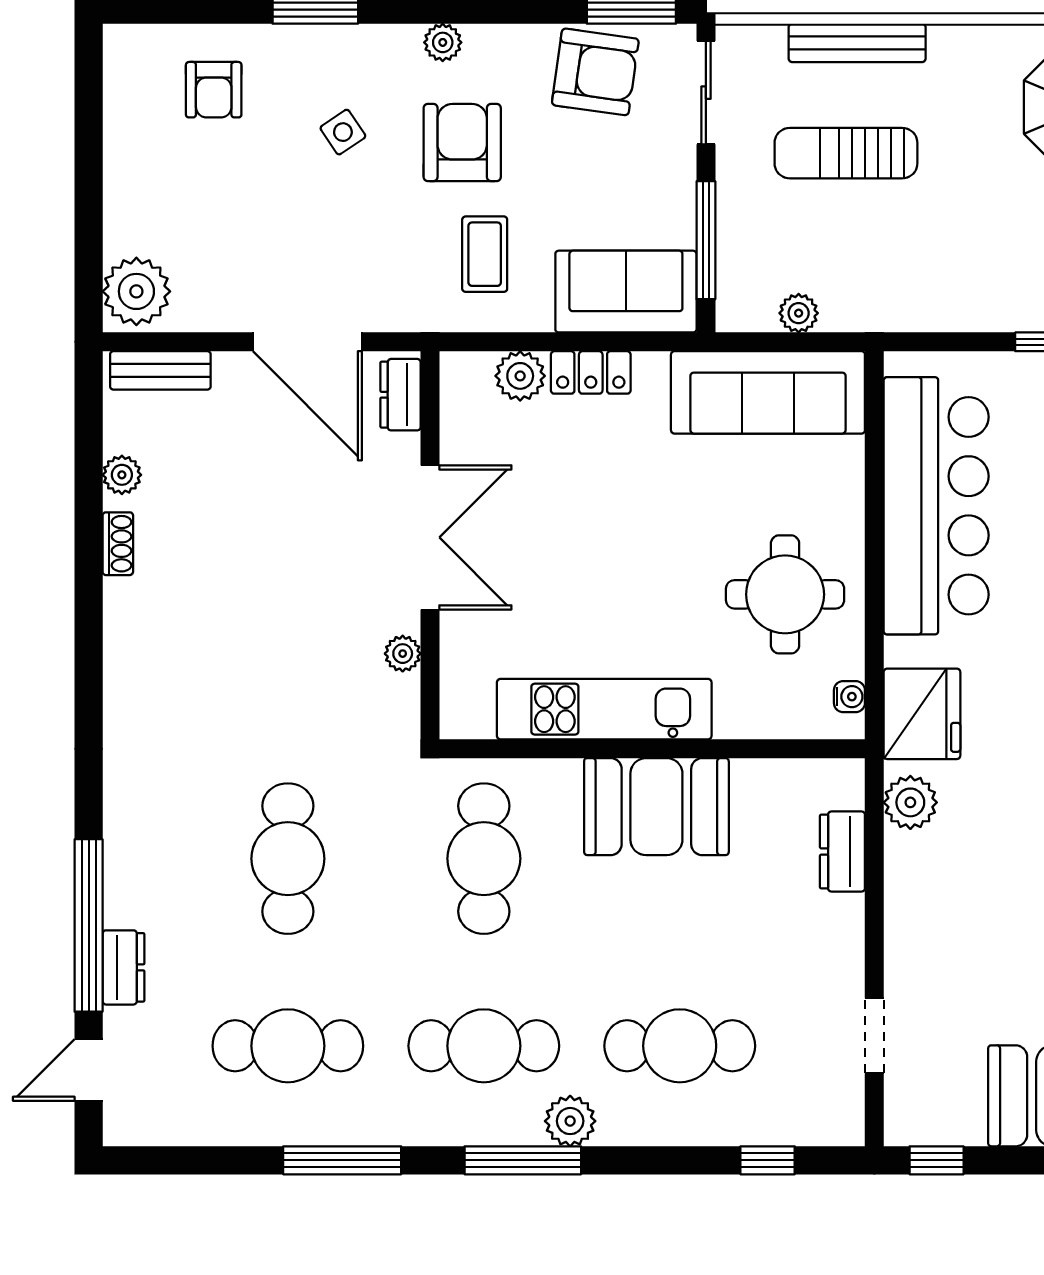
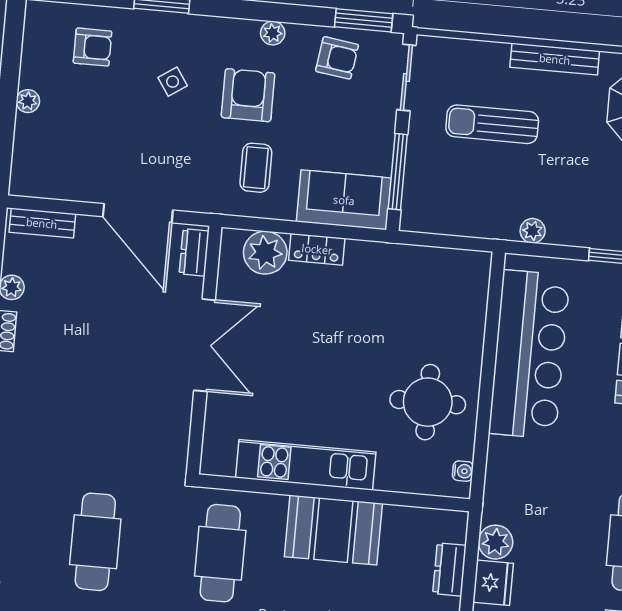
plant: (443, 42) -> (273, 33), moved
bench: (857, 43) -> (555, 59), moved
armchair: (595, 72) -> (337, 58), width x0.72, depth x0.72
armchair: (214, 90) -> (93, 47), turned -90
plant: (136, 291) -> (28, 101), moved, width x0.53, depth x0.53
plant: (799, 313) -> (533, 231), moved
plant: (520, 376) -> (265, 253), width x1.36, depth x1.36
sofa: (768, 392) -> (429, 272), removed
plant: (403, 654) -> (180, 418), removed
fridge: (922, 714) -> (493, 583), moved, width x0.73, depth x0.75

